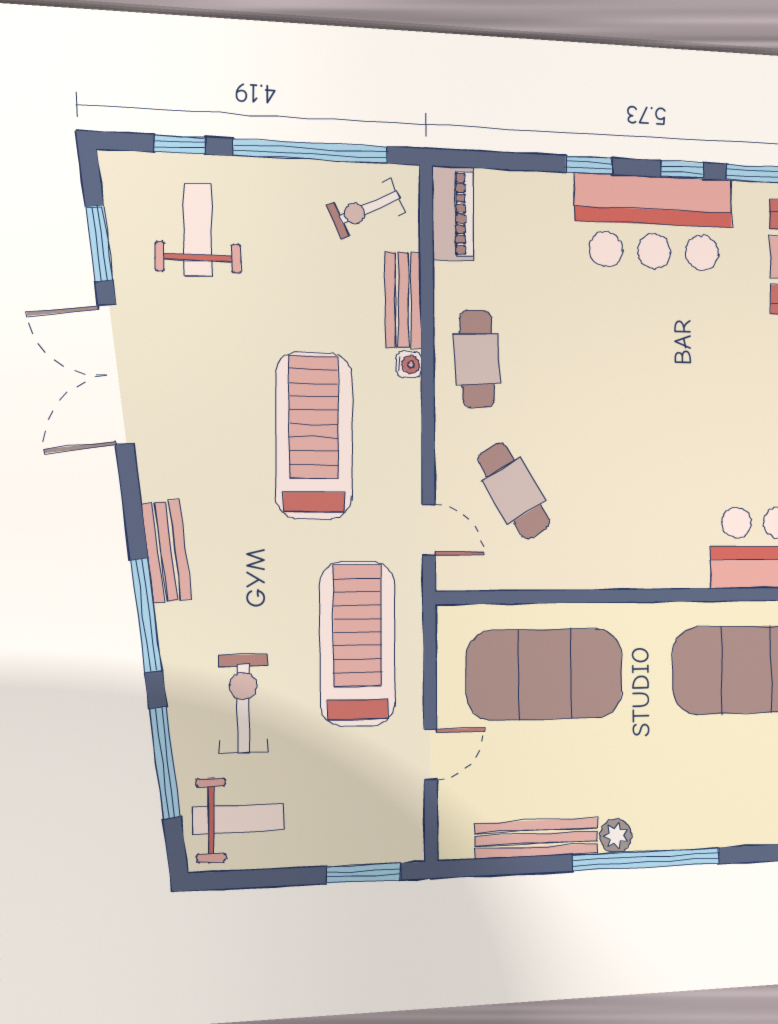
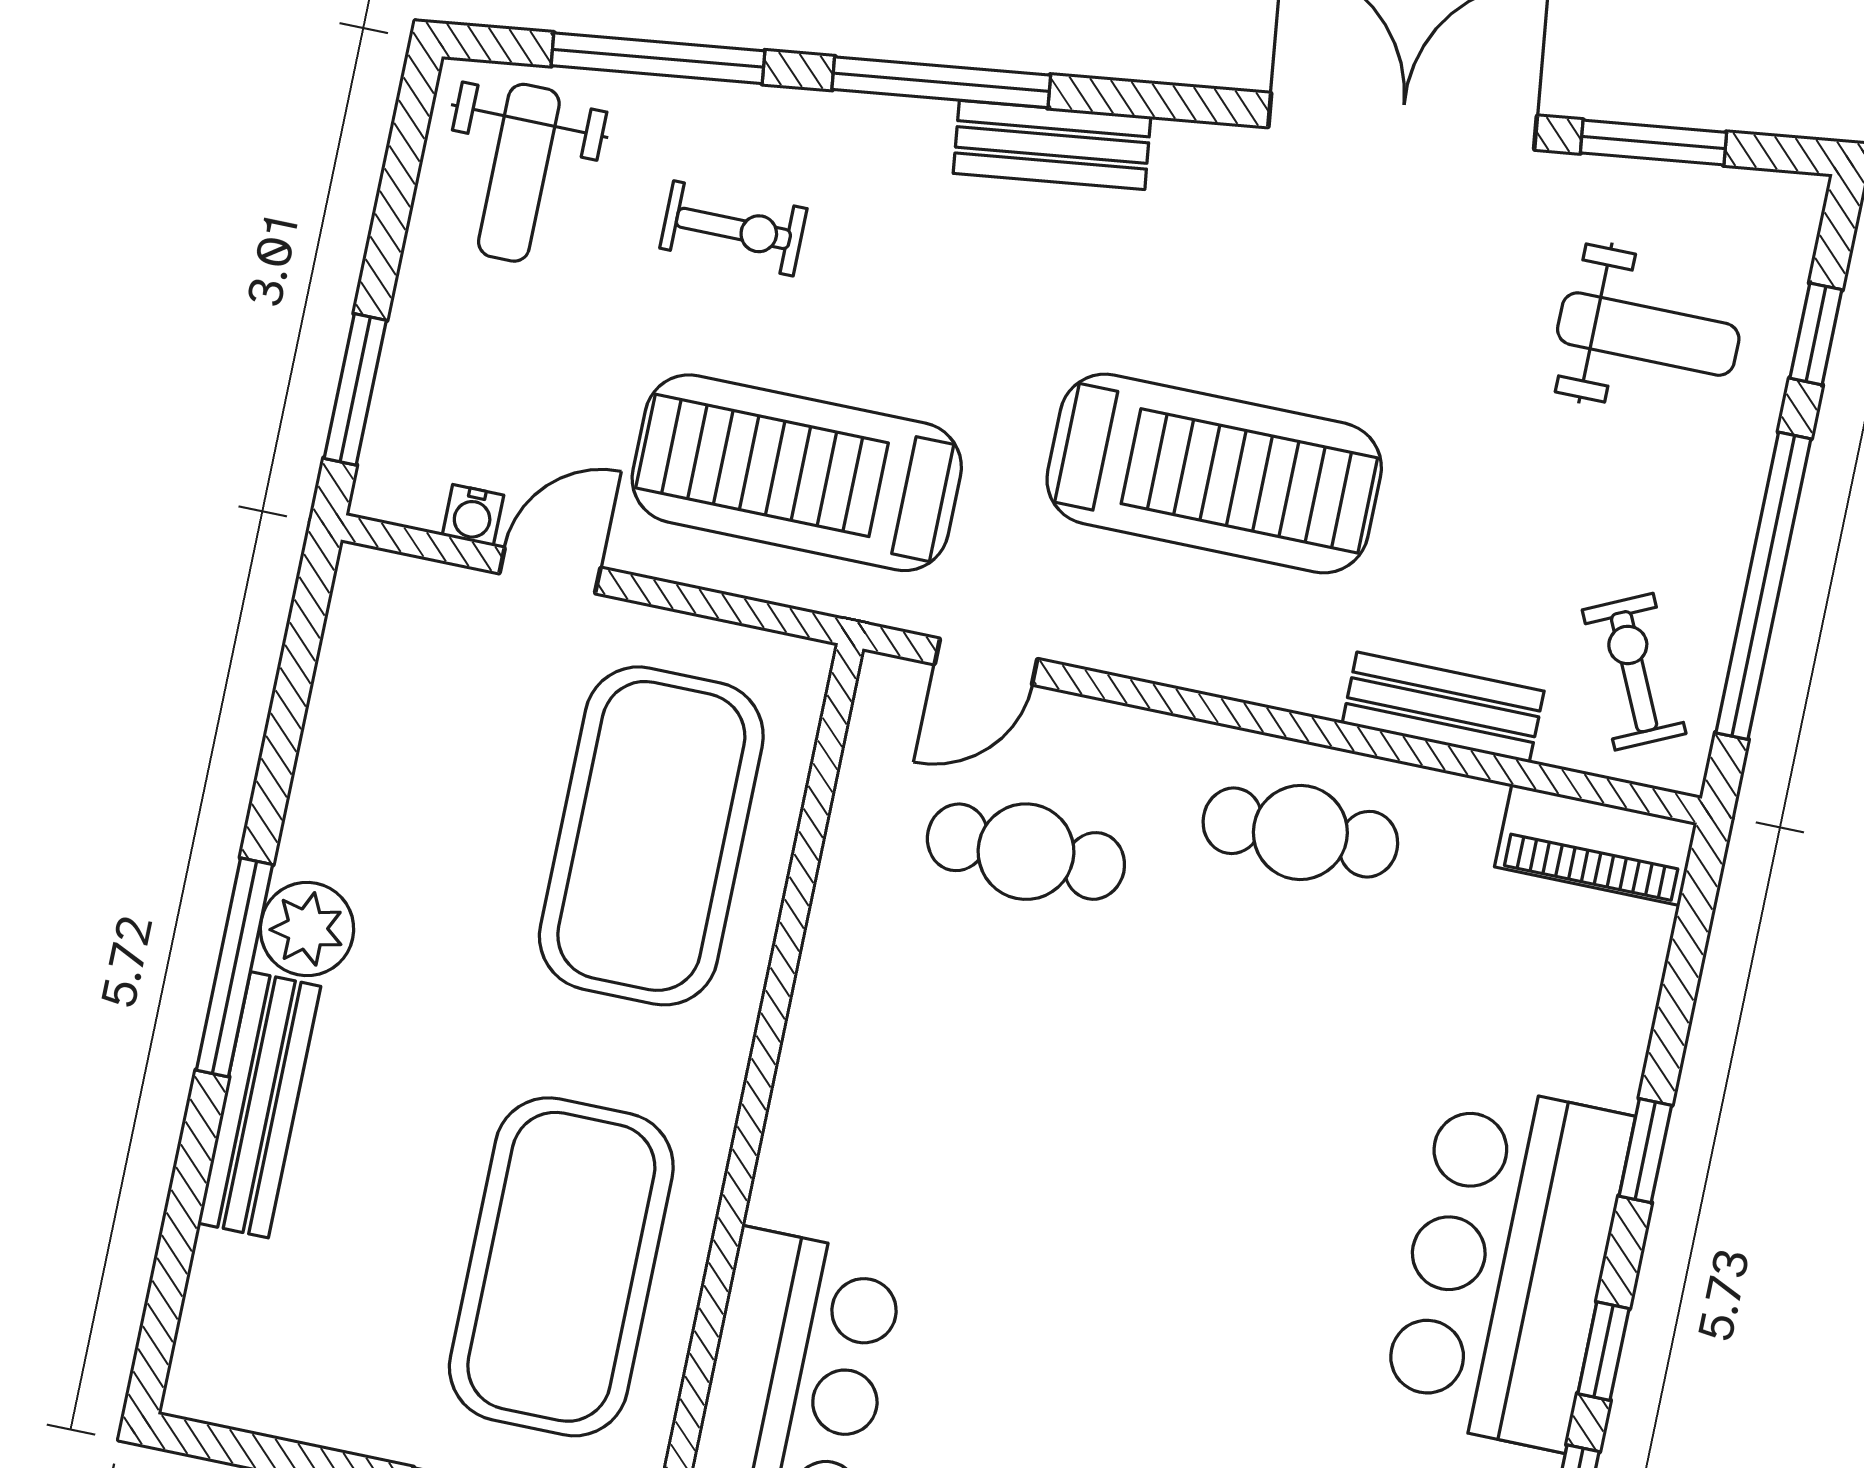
water cooler: (409, 364) -> (473, 515), moved
cafe table: (514, 491) -> (1026, 852), turned 31
treadmill: (357, 644) -> (797, 473), turned 180
exercise bike: (243, 704) -> (733, 228), width x0.73, depth x0.72
door: (430, 754) -> (550, 571), swing flipped
plant: (616, 836) -> (307, 929), width x1.38, depth x1.38
bench: (537, 838) -> (259, 1105), moved
window: (646, 859) -> (235, 967), width x0.68

